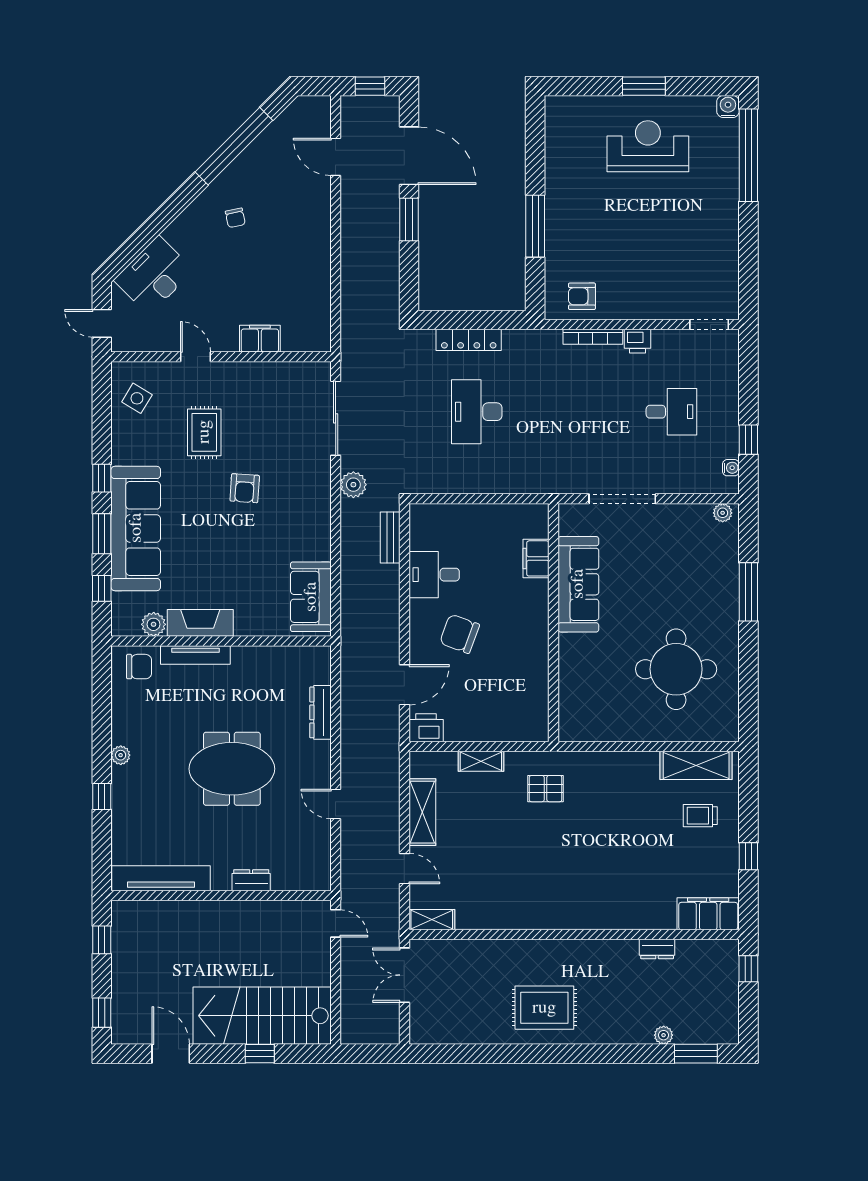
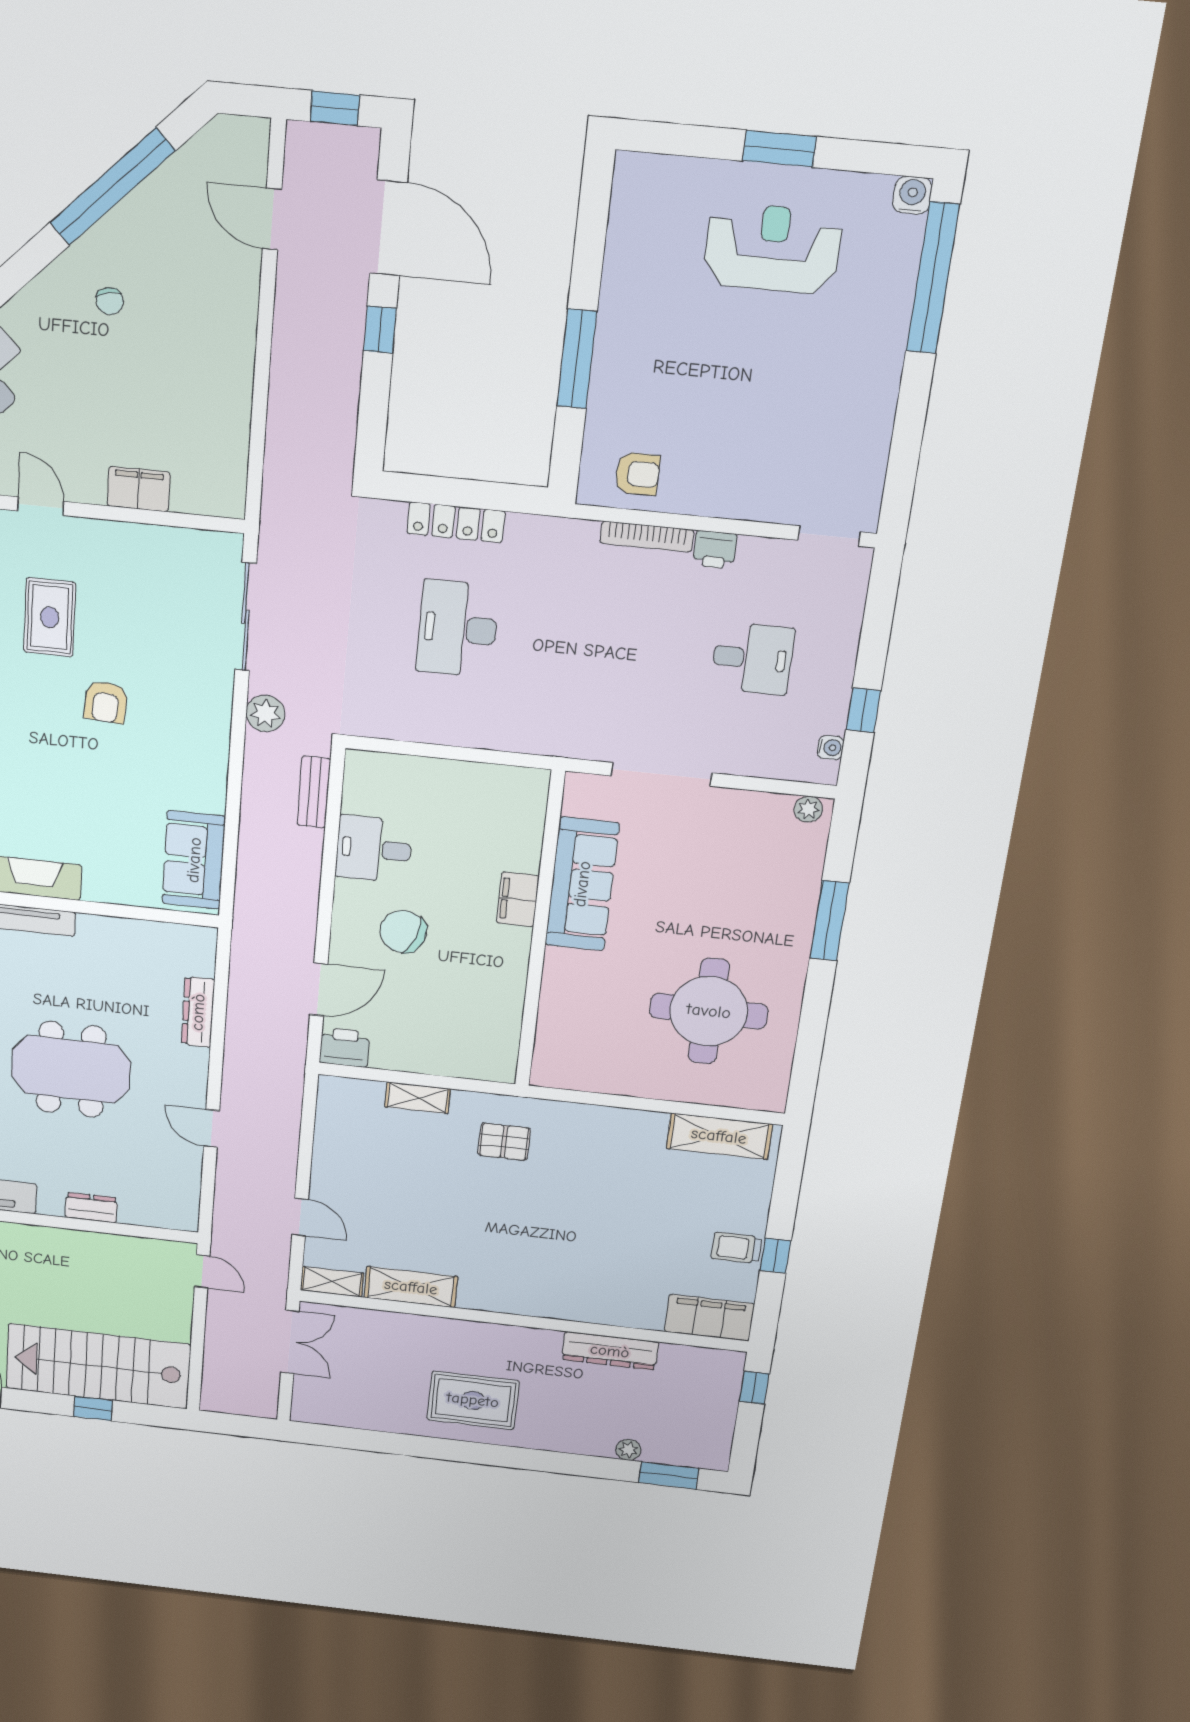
window: (409, 220) -> (380, 330), width x0.67
armchair: (582, 296) -> (637, 474), turned 180
filing cabinet: (536, 558) -> (518, 899), moved
shelving: (422, 812) -> (411, 1287), moved, turned 90
trolley: (700, 816) -> (736, 1248), moved
dresser: (657, 949) -> (610, 1351), width x1.96, depth x1.24
double door: (404, 975) -> (290, 1342), swing flipped

